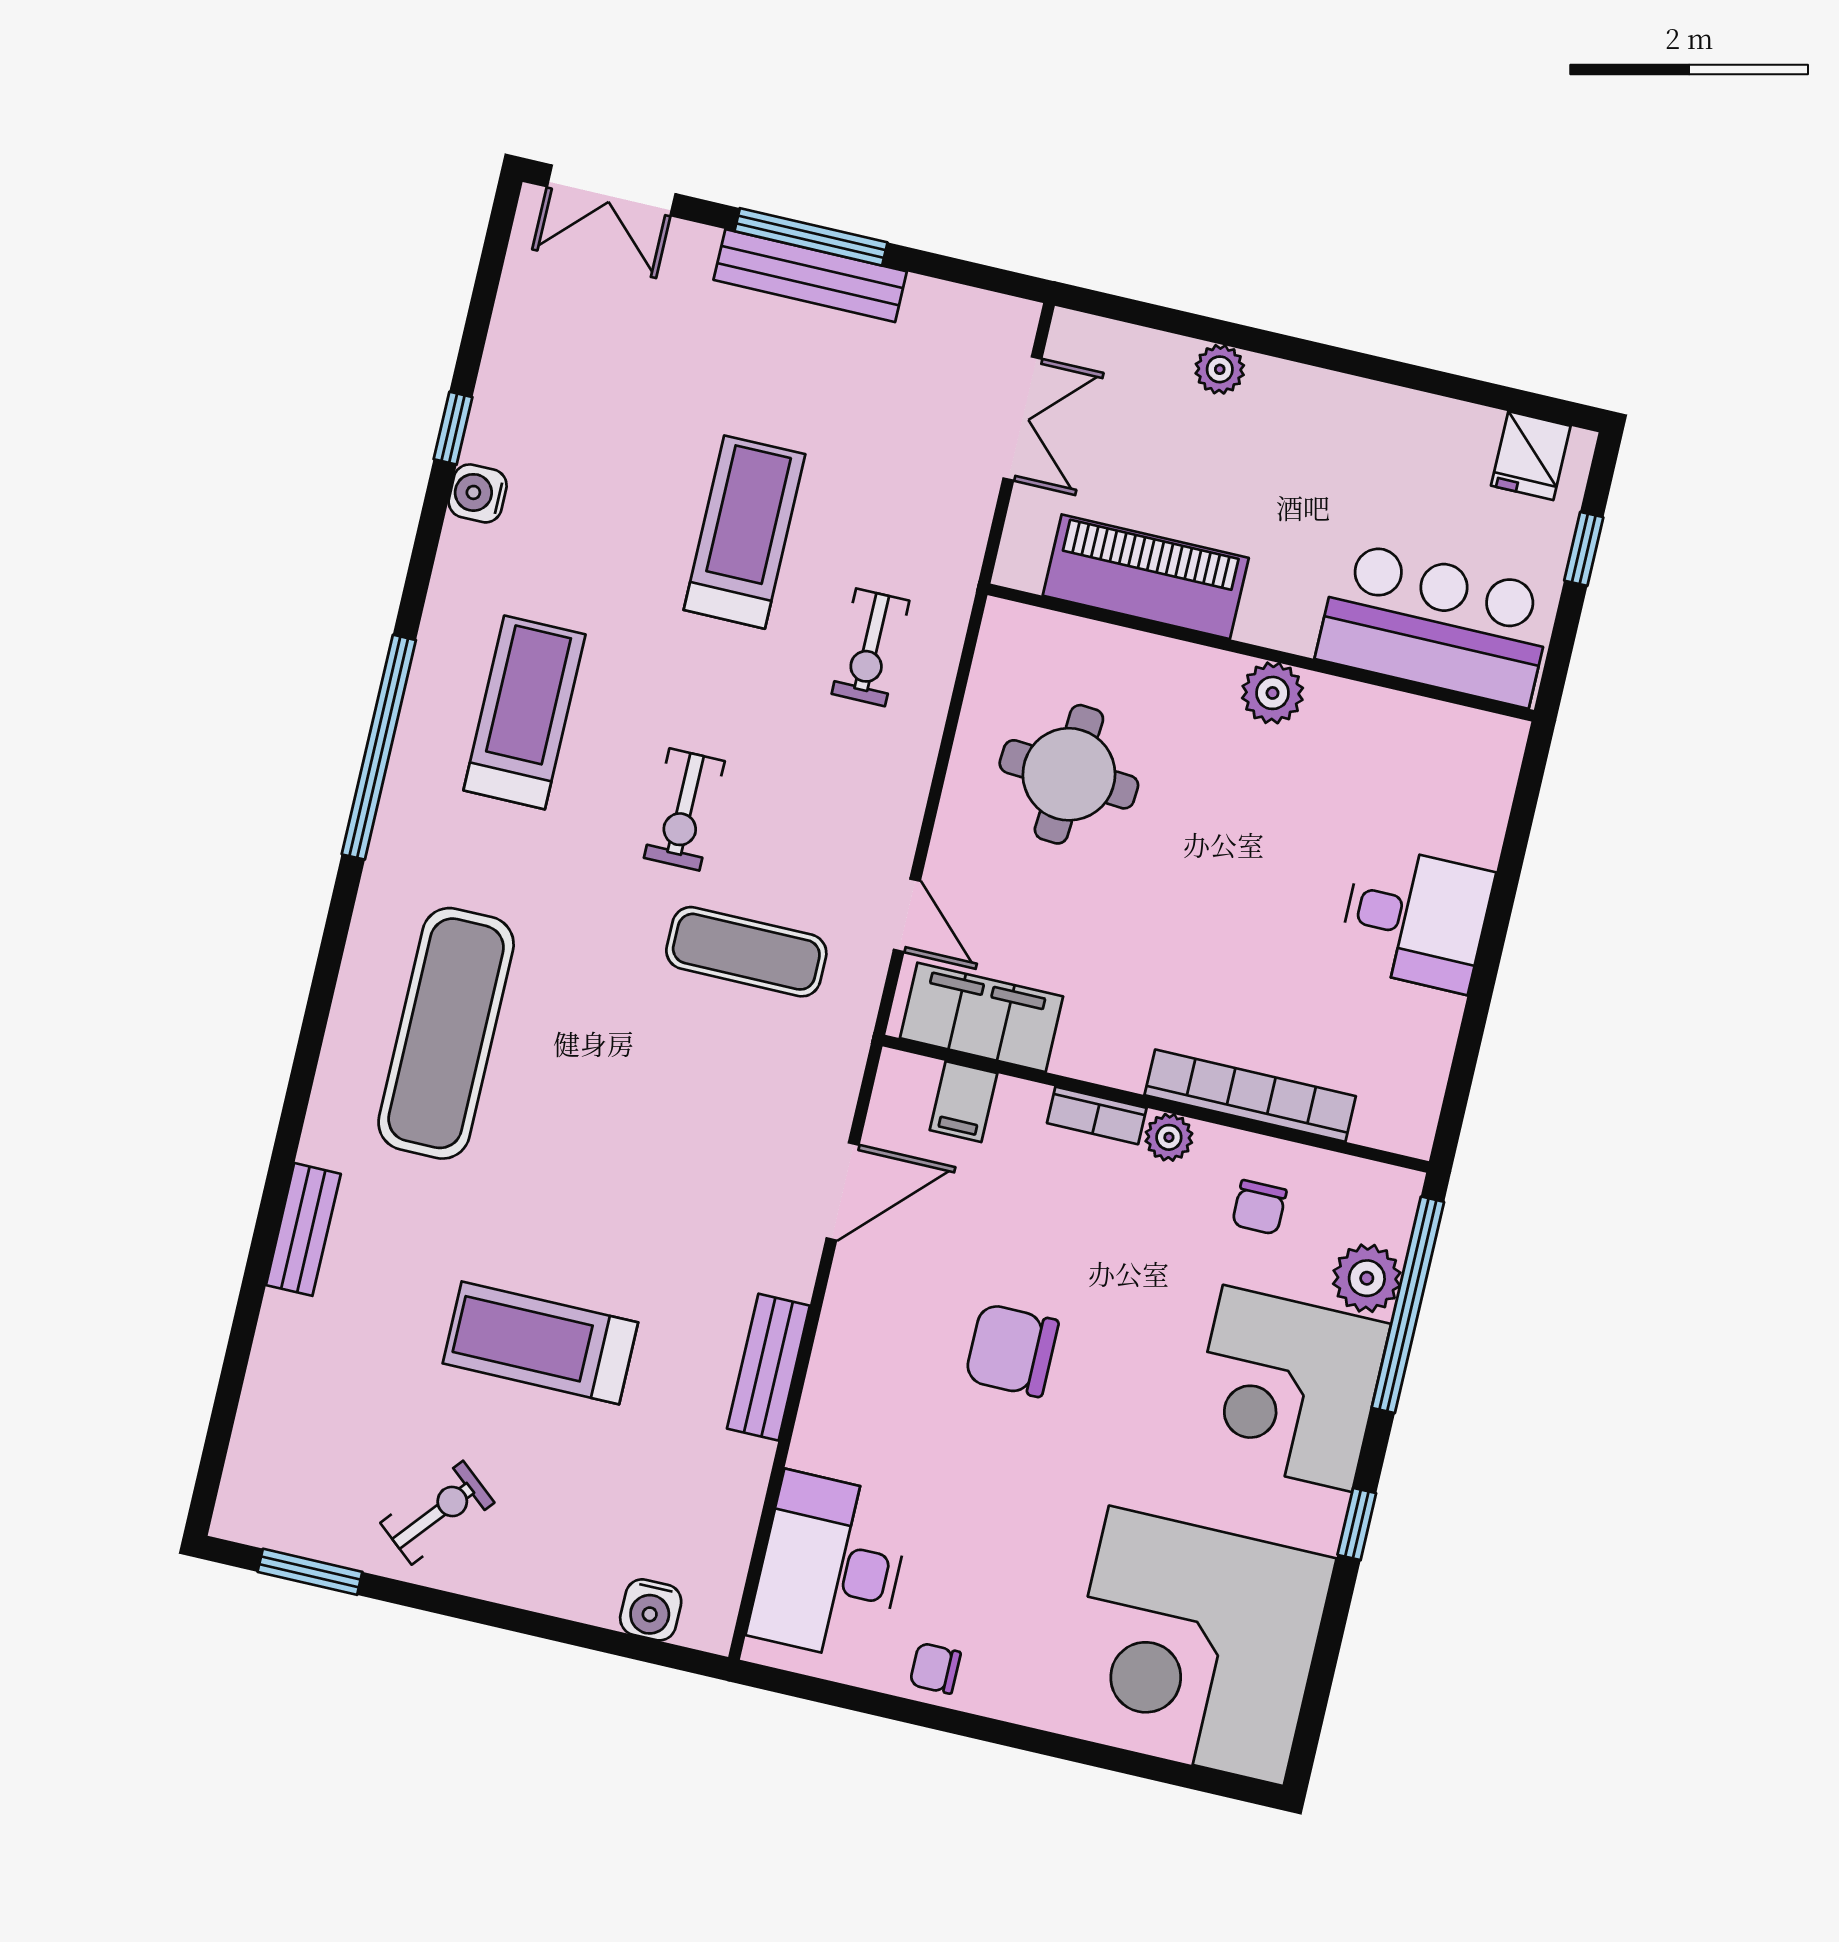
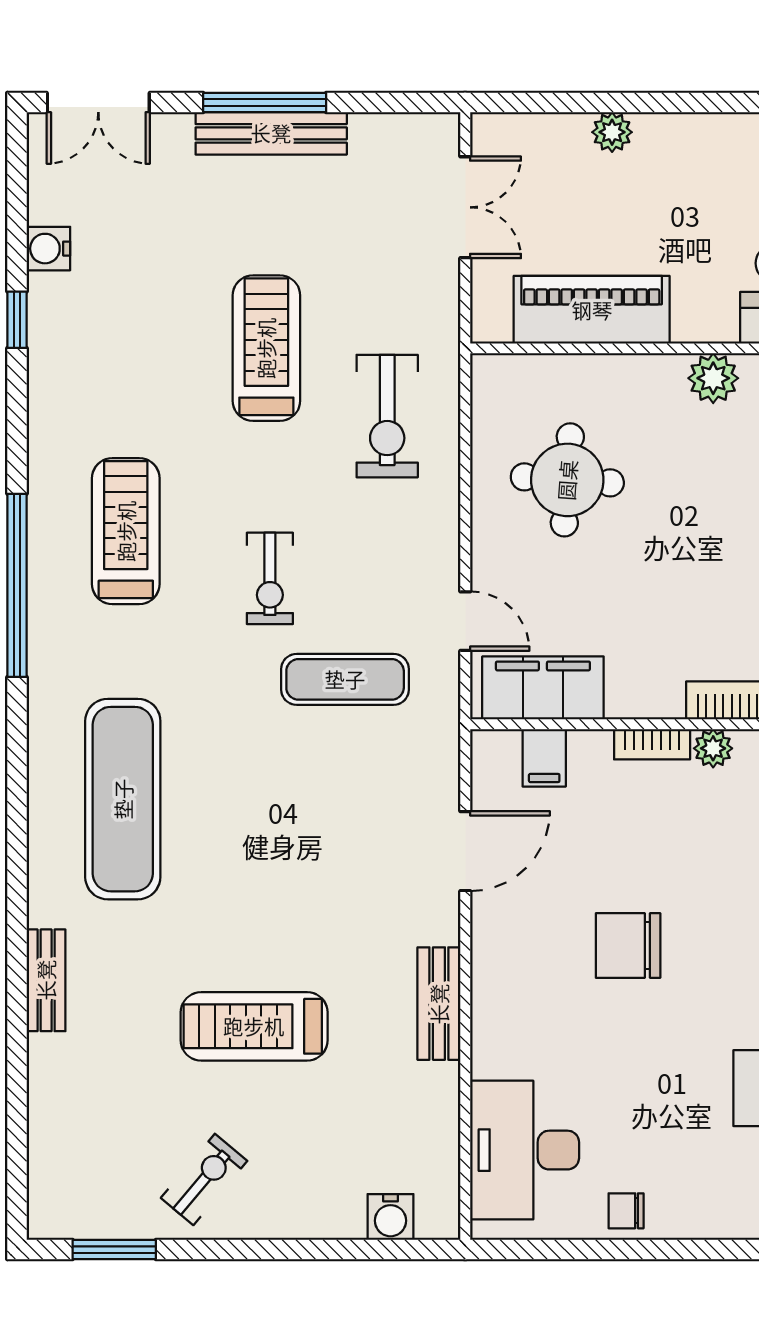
water cooler: (478, 493) -> (48, 249), moved
exercise bike: (871, 647) -> (387, 416), width x1.38, depth x1.39

